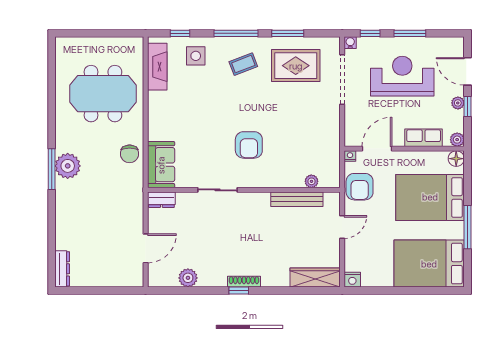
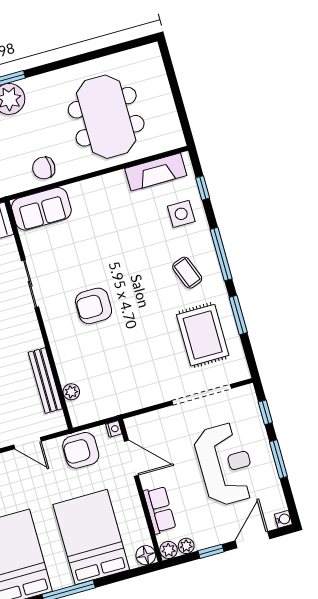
water cooler: (350, 43) -> (283, 519), moved
plant: (458, 103) -> (186, 546), moved

